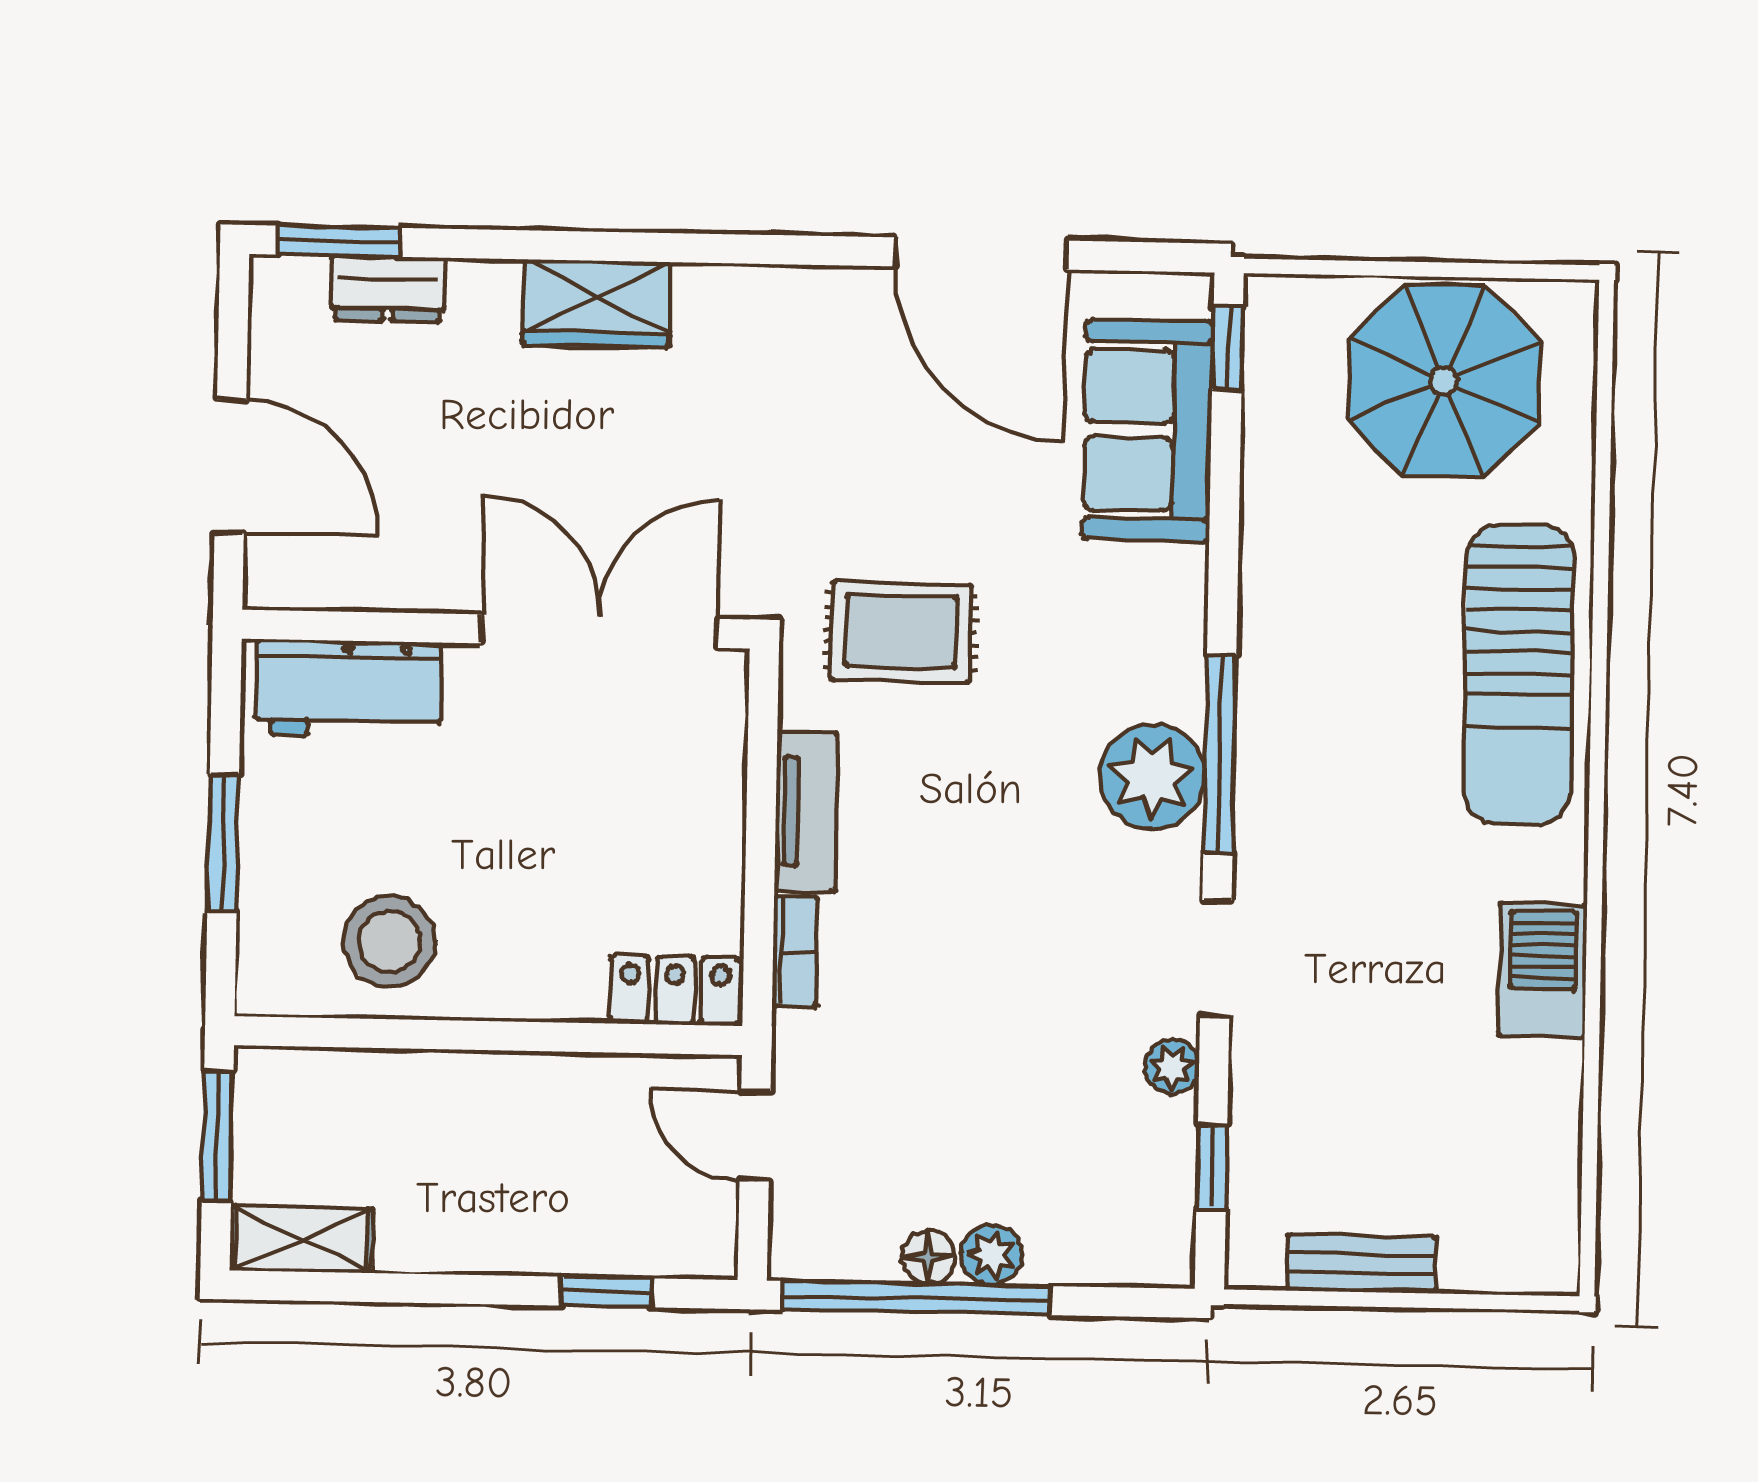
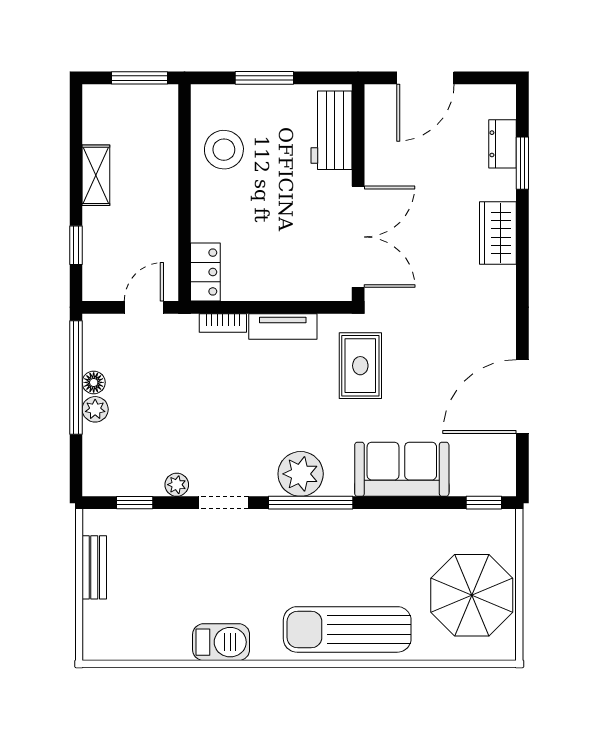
window: (339, 241) -> (522, 163), moved
sofa: (1148, 430) -> (402, 469), moved
shelving: (301, 1240) -> (96, 175), moved

